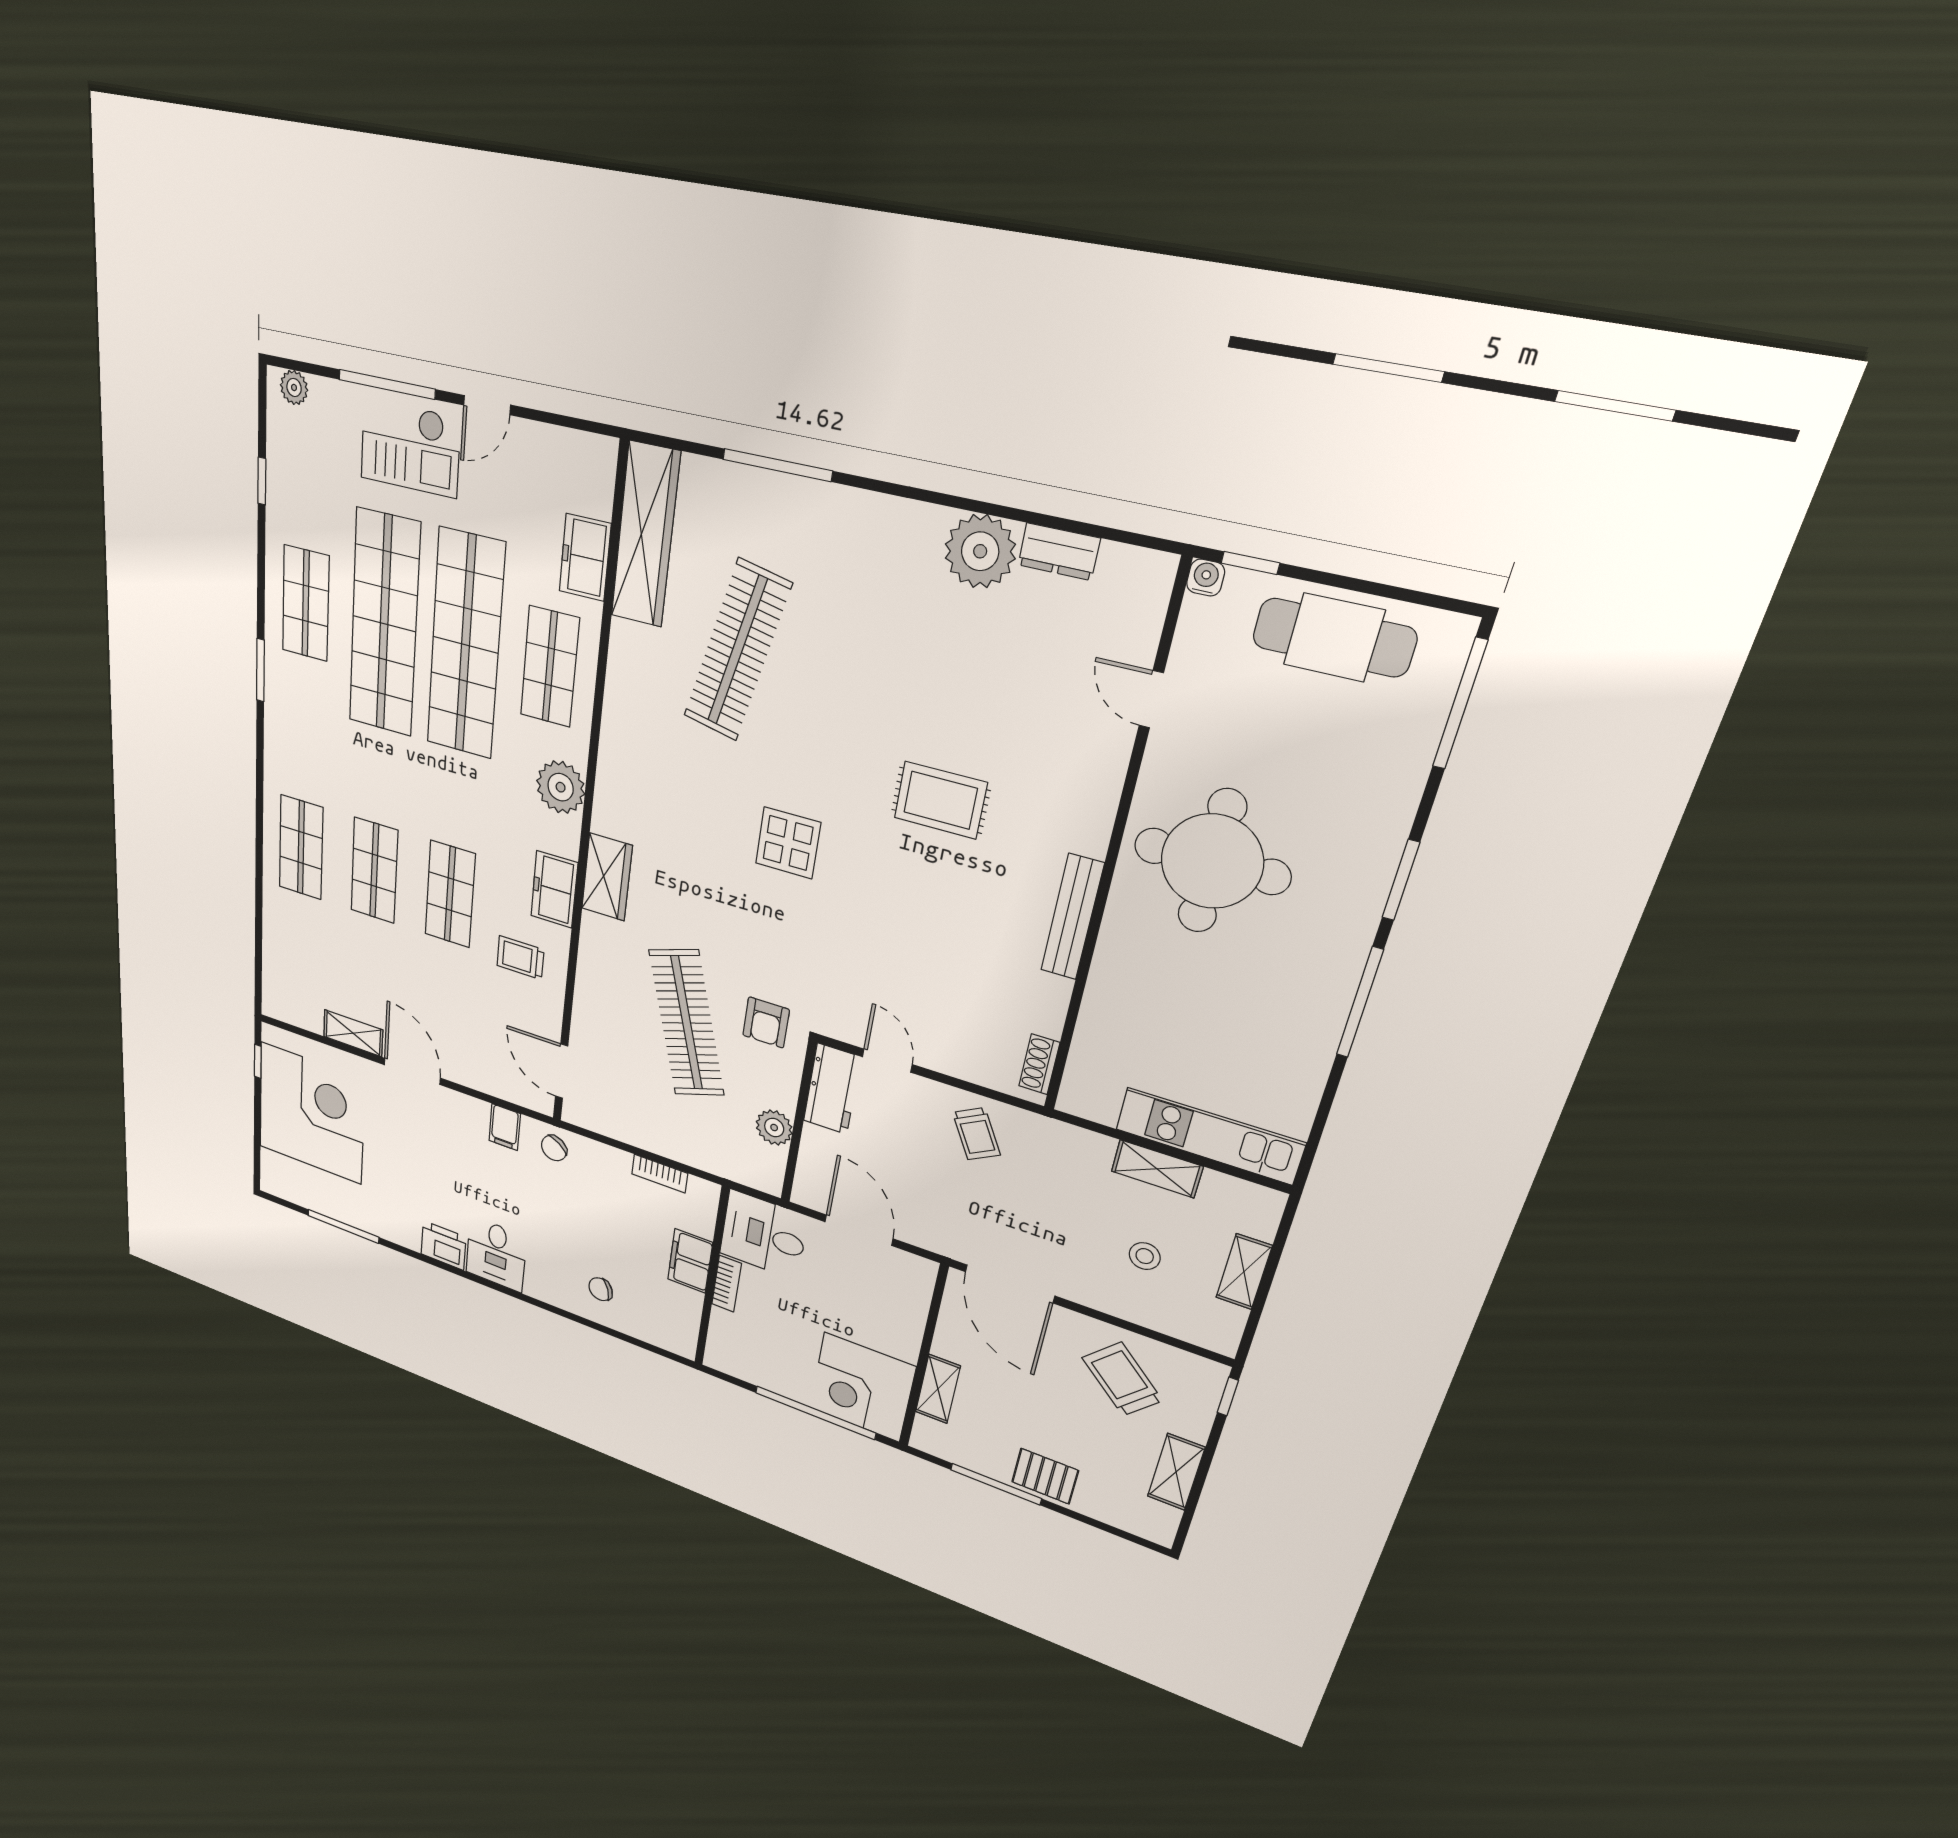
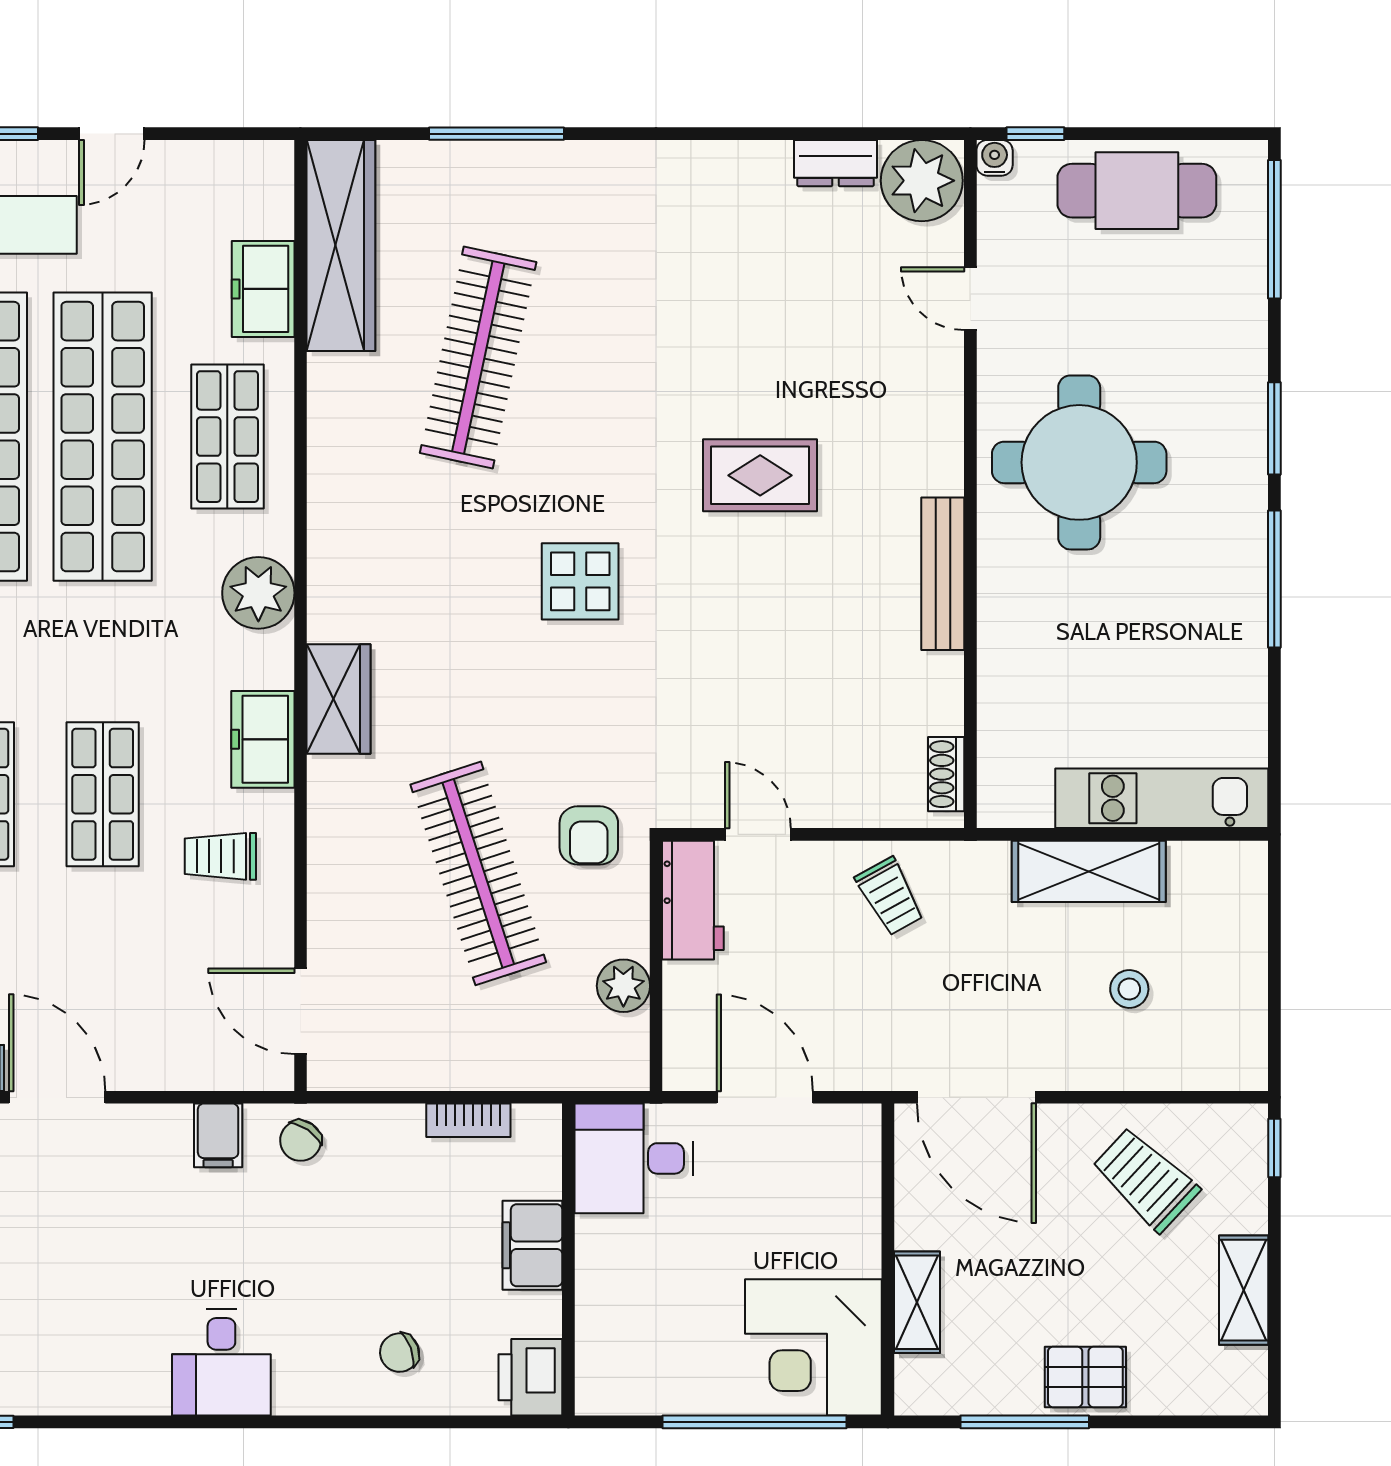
plant: (980, 551) -> (922, 181), moved
shelving: (1157, 1169) -> (1089, 871), width x1.50, depth x1.33
printer: (443, 1245) -> (530, 1377), moved, turned -90
shelving: (1244, 1272) -> (1246, 964), removed
bookcase: (727, 1284) -> (592, 1261), removed

